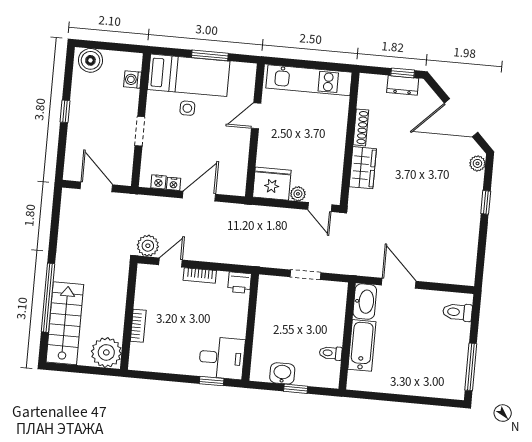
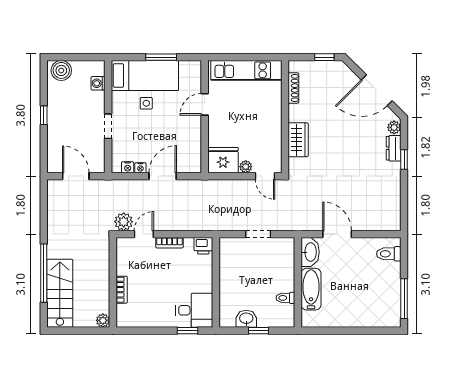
dresser: (403, 85) -> (394, 148), moved, turned 90
shoe rack: (361, 127) -> (293, 88), moved
plant: (106, 352) -> (103, 320), width x0.53, depth x0.53

